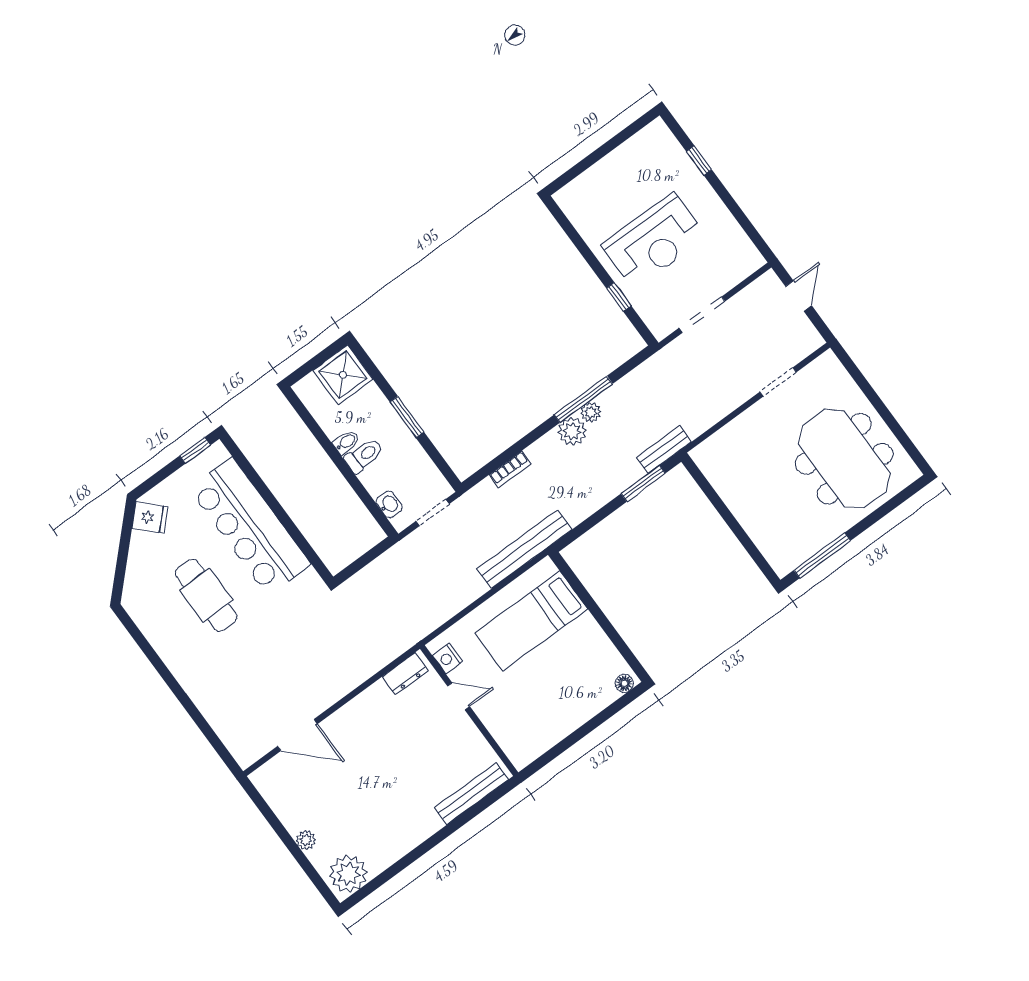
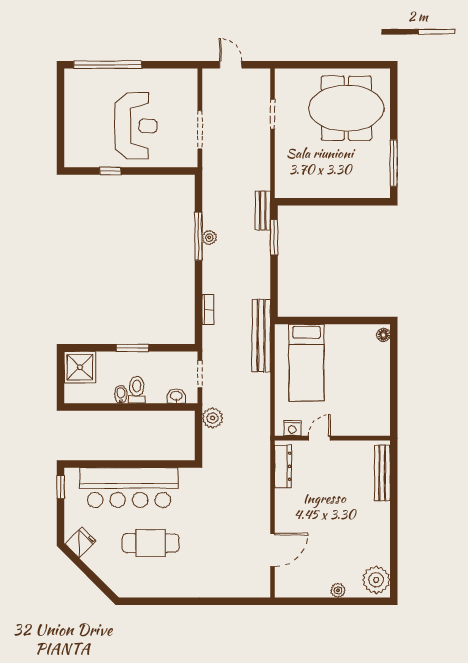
window: (699, 160) -> (108, 65), width x3.17
window: (619, 297) -> (110, 171), moved
plant: (572, 431) -> (212, 418), moved
dresser: (405, 674) -> (283, 466), width x1.44

